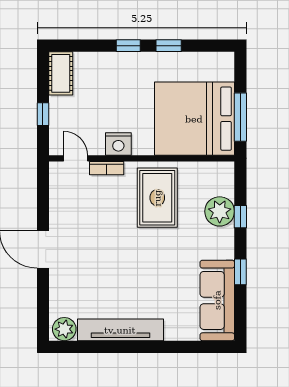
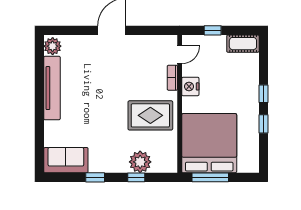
sofa: (217, 300) -> (66, 160), width x0.73

